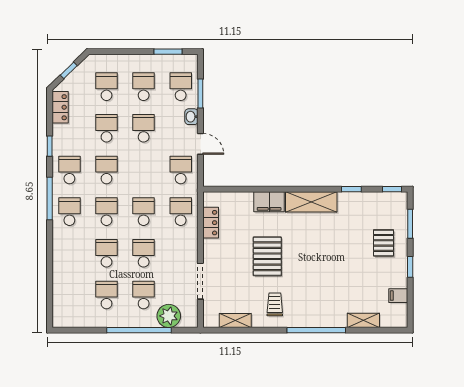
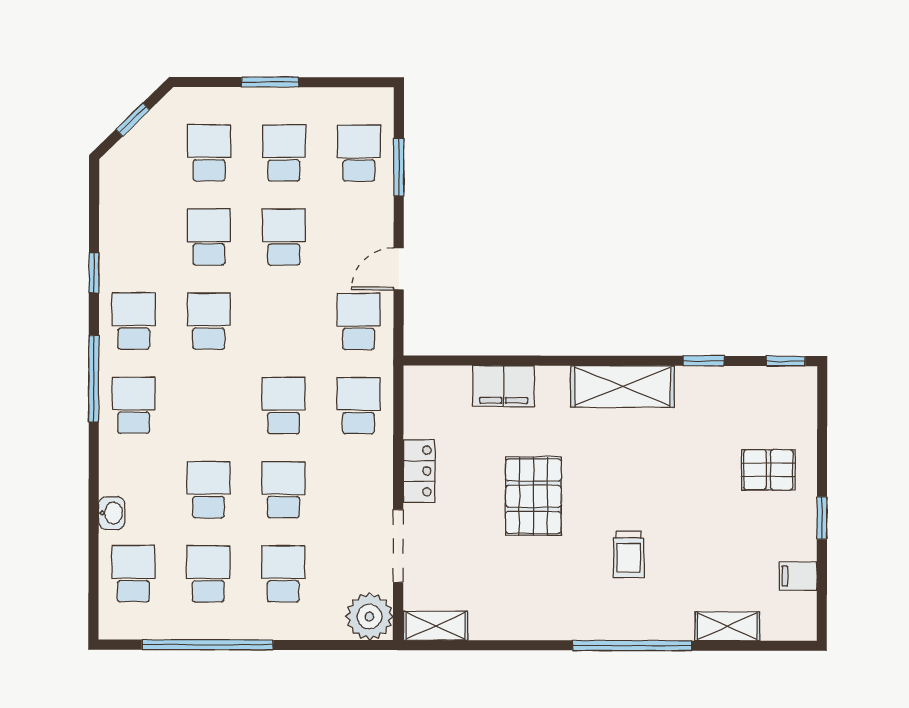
window: (168, 52) -> (270, 82), moved
locker: (60, 107) -> (115, 194), removed
washbasin: (191, 117) -> (112, 513), moved, turned 180
door: (200, 144) -> (399, 269), swing flipped
filing cabinet: (269, 202) -> (504, 386), moved
school desk: (106, 212) -> (133, 574), moved
locker: (211, 223) -> (419, 471), moved
window: (410, 224) -> (822, 431), removed
pallet: (383, 243) -> (768, 470), turned 90
trolley: (275, 304) -> (629, 555), moved, turned 180
plant: (169, 316) -> (369, 617), moved
shelving: (235, 320) -> (436, 626), moved
window: (139, 330) -> (207, 645), moved

